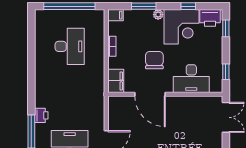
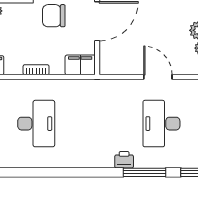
desk: (70, 46) -> (36, 124), turned 90

